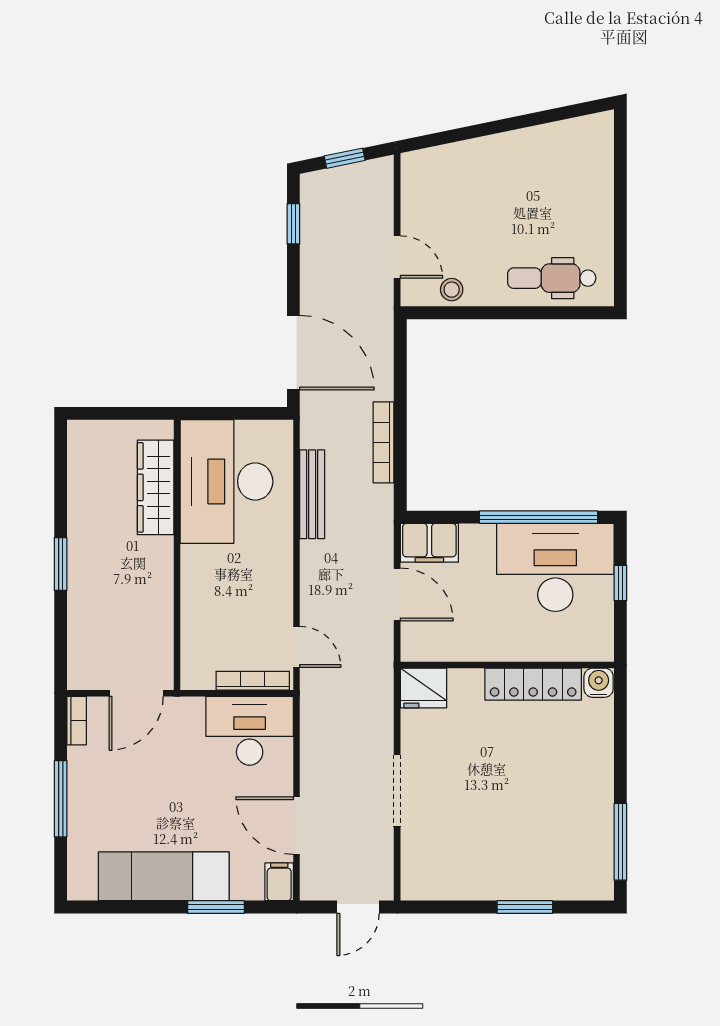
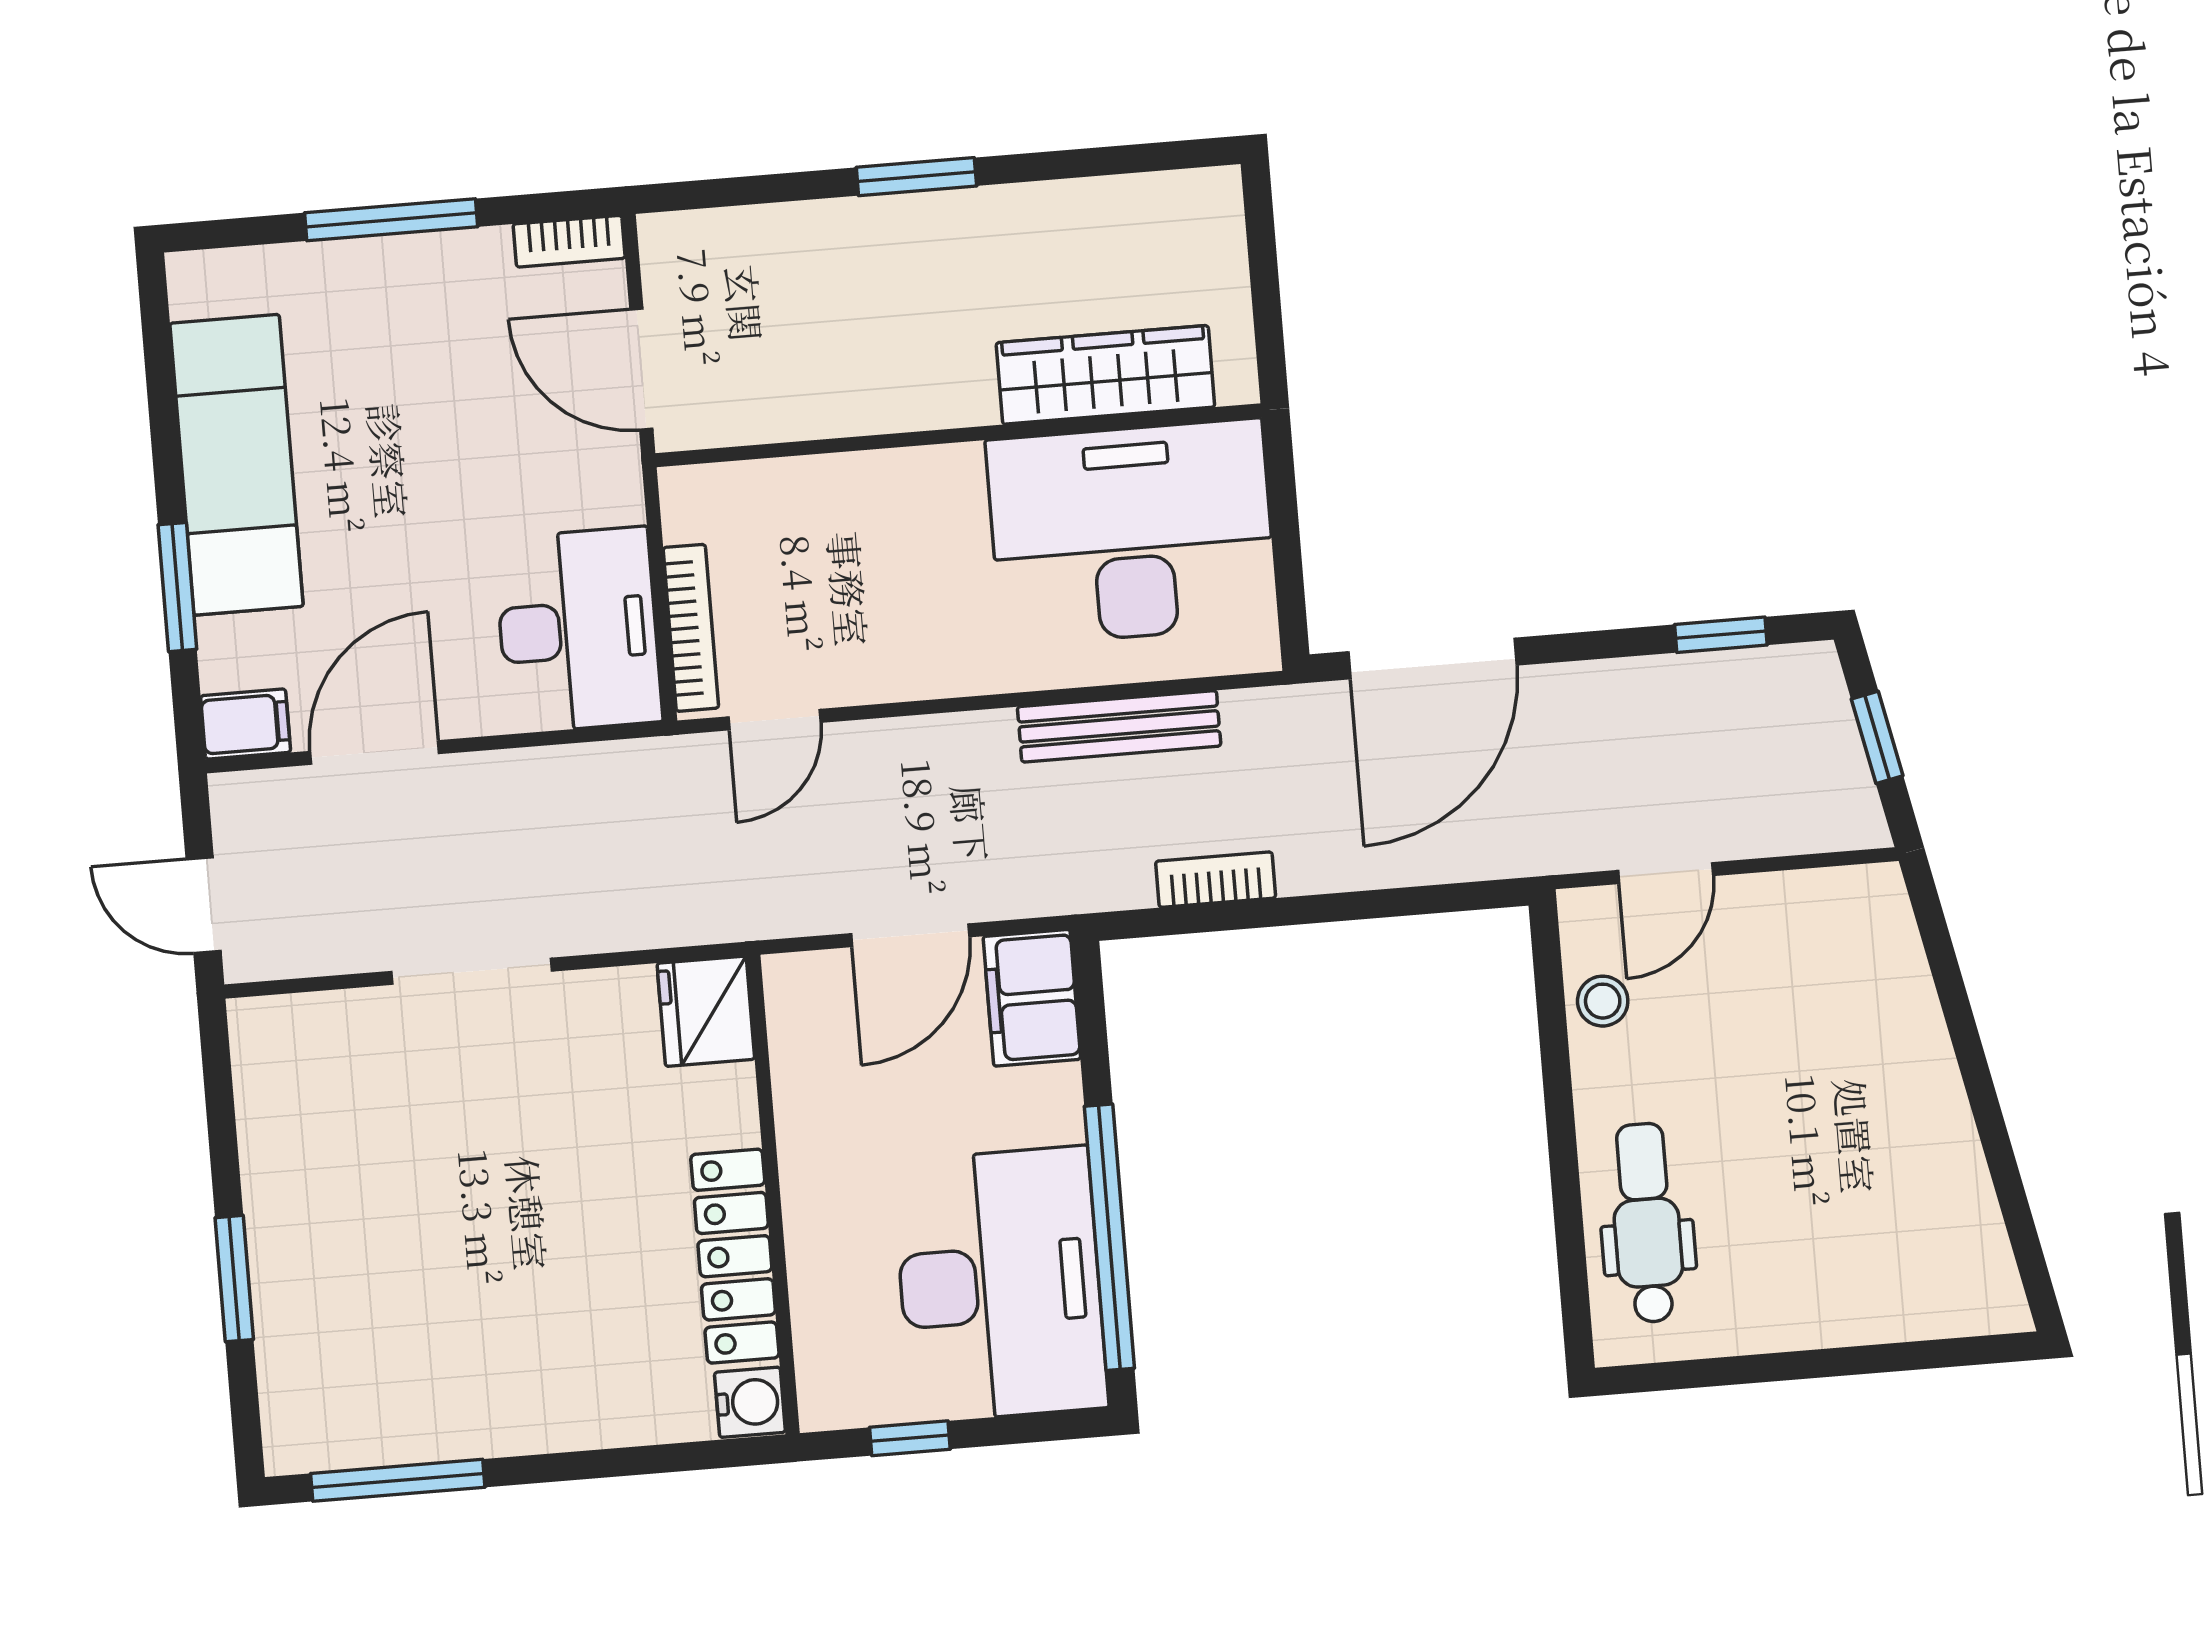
bookcase: (384, 442) -> (1216, 880), width x0.64
window: (620, 583) -> (910, 1438), moved

